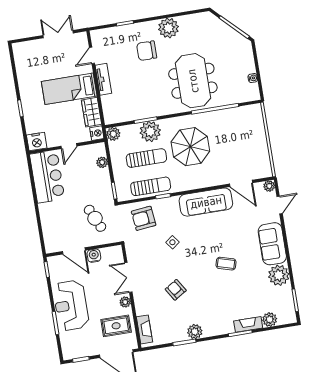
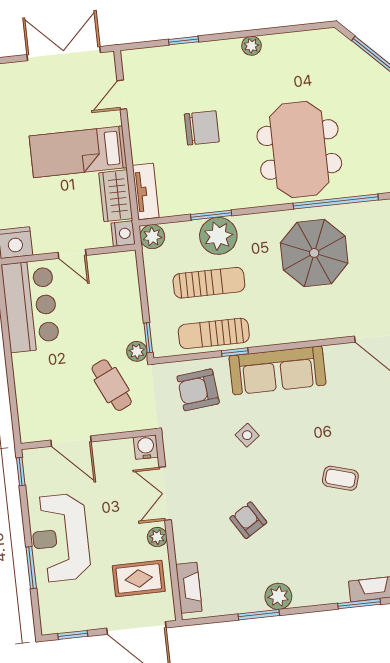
plant: (168, 28) -> (251, 46), width x0.53, depth x0.53
double door: (58, 34) -> (64, 54), width x1.37
chair: (147, 51) -> (202, 128), moved, turned 180
tv unit: (103, 79) -> (146, 191), moved
door: (69, 146) -> (72, 254), hinge flipped
parasol: (190, 147) -> (314, 253), moved
plant: (102, 162) -> (137, 351), moved
sun lounger: (151, 186) -> (214, 333), turned 180
sofa: (206, 202) -> (277, 370), moved
water cooler: (94, 256) -> (146, 447), moved

